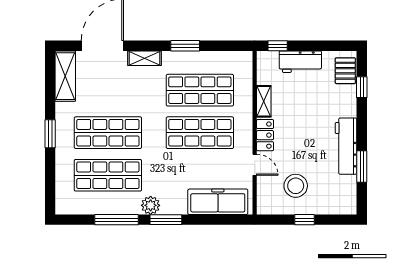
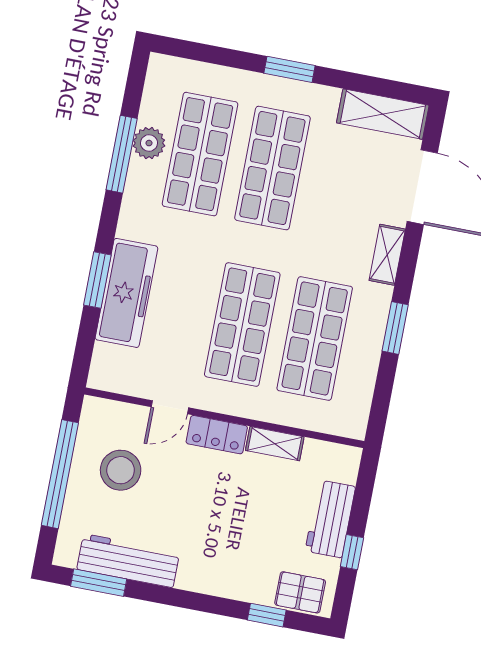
window: (278, 46) -> (352, 552), moved
workbench: (346, 146) -> (128, 561), moved
window: (362, 166) -> (99, 583), moved
freezer: (218, 202) -> (126, 293), moved
plant: (151, 205) -> (149, 143), moved
window: (166, 220) -> (97, 280), moved
window: (304, 220) -> (60, 474), width x3.17

